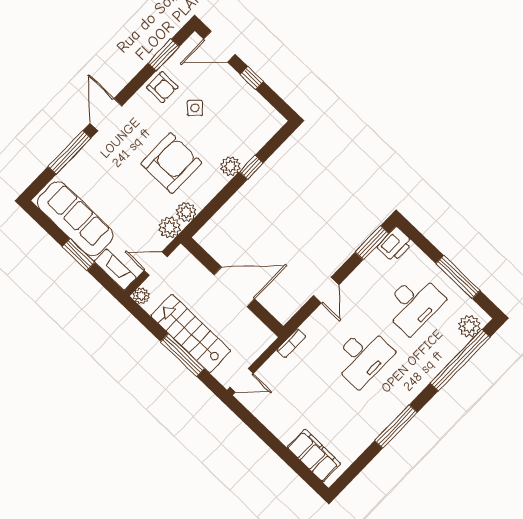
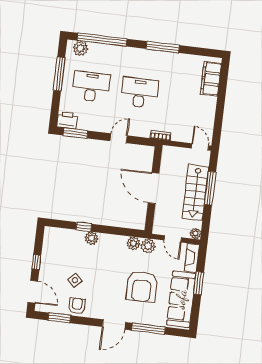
armchair: (171, 163) -> (142, 287), moved, turned -90

